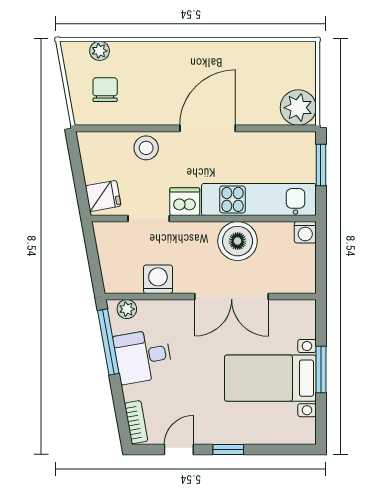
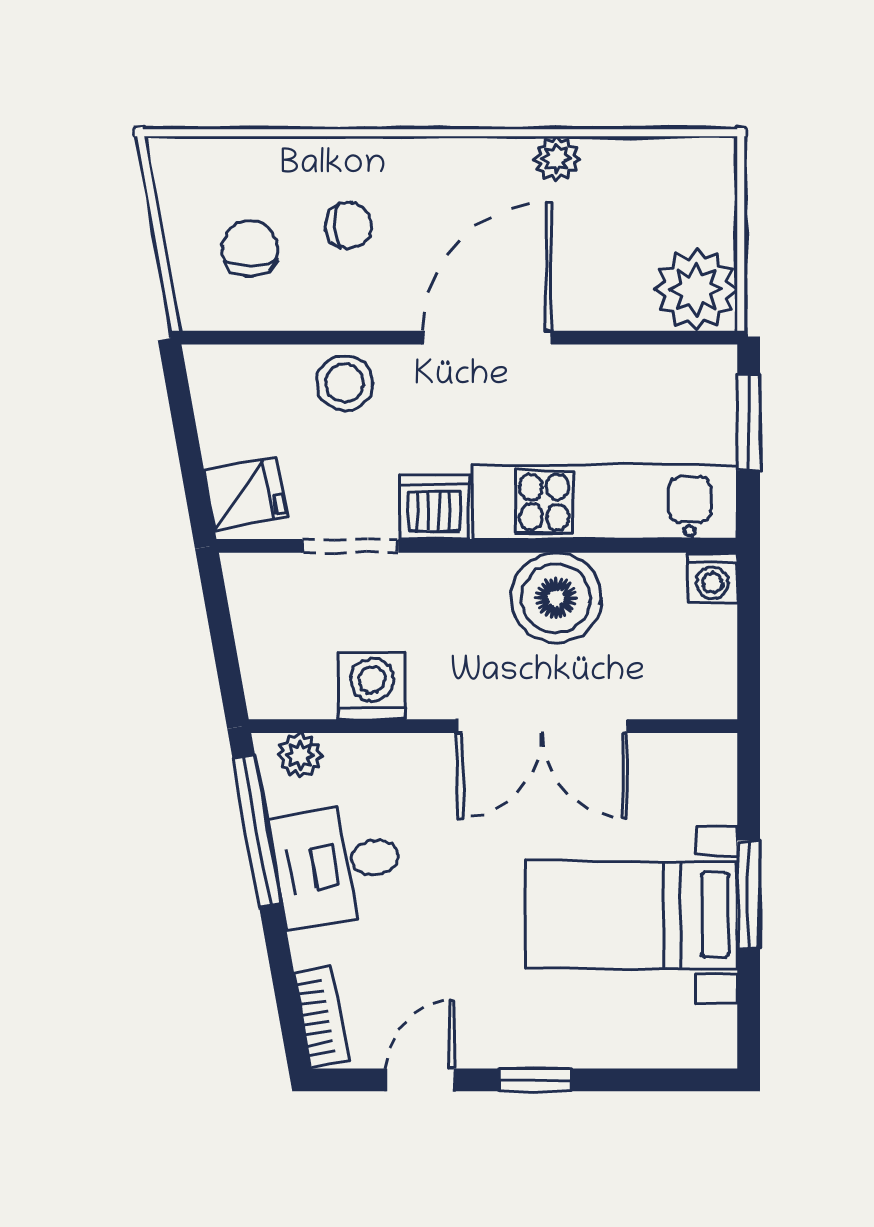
plant: (100, 51) -> (557, 159), moved
chair: (148, 80) -> (349, 225), added

